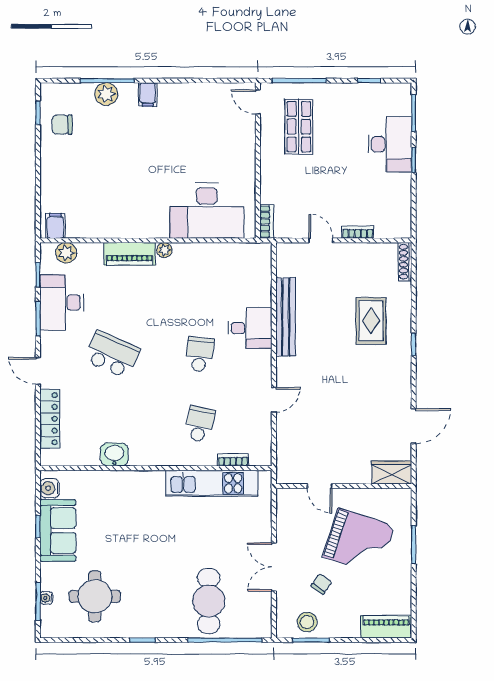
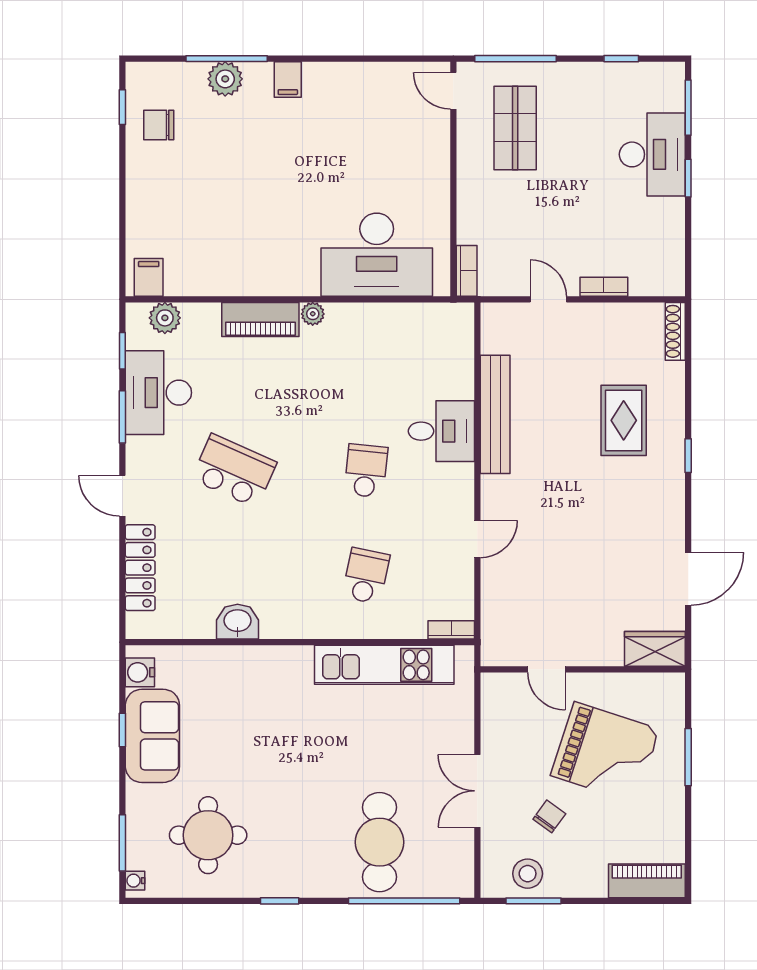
bookcase: (233, 460) -> (451, 630), moved
water cooler: (46, 598) -> (135, 881), moved

